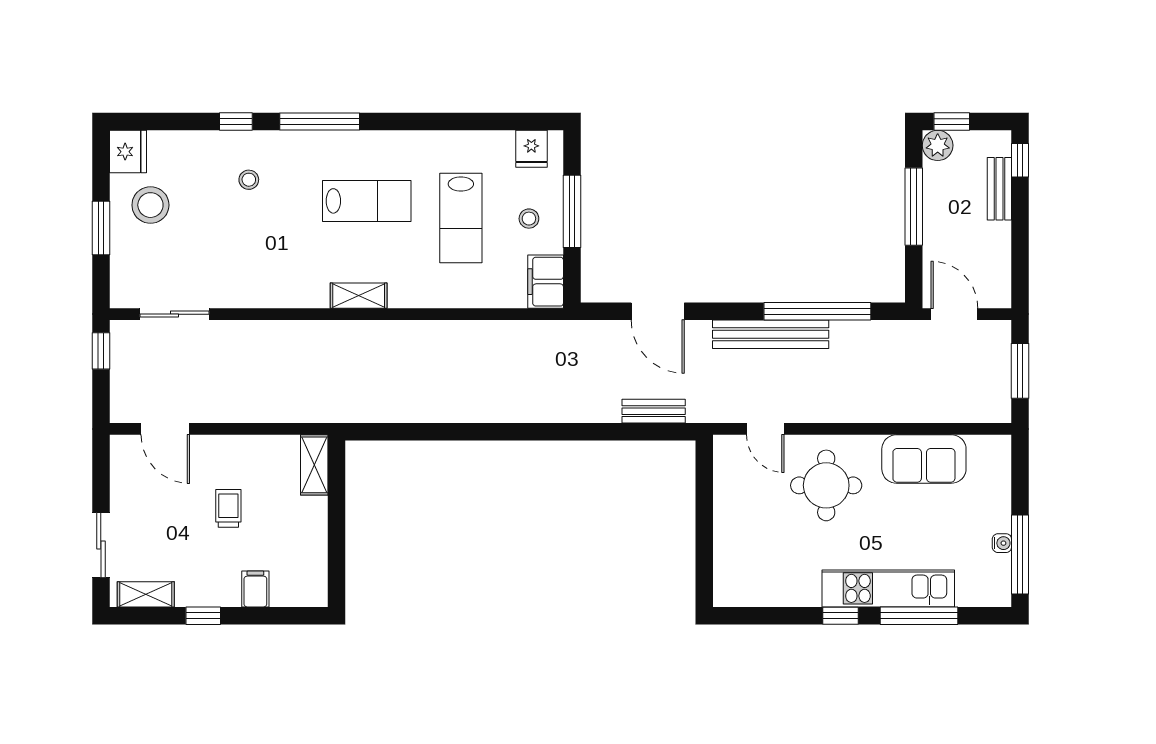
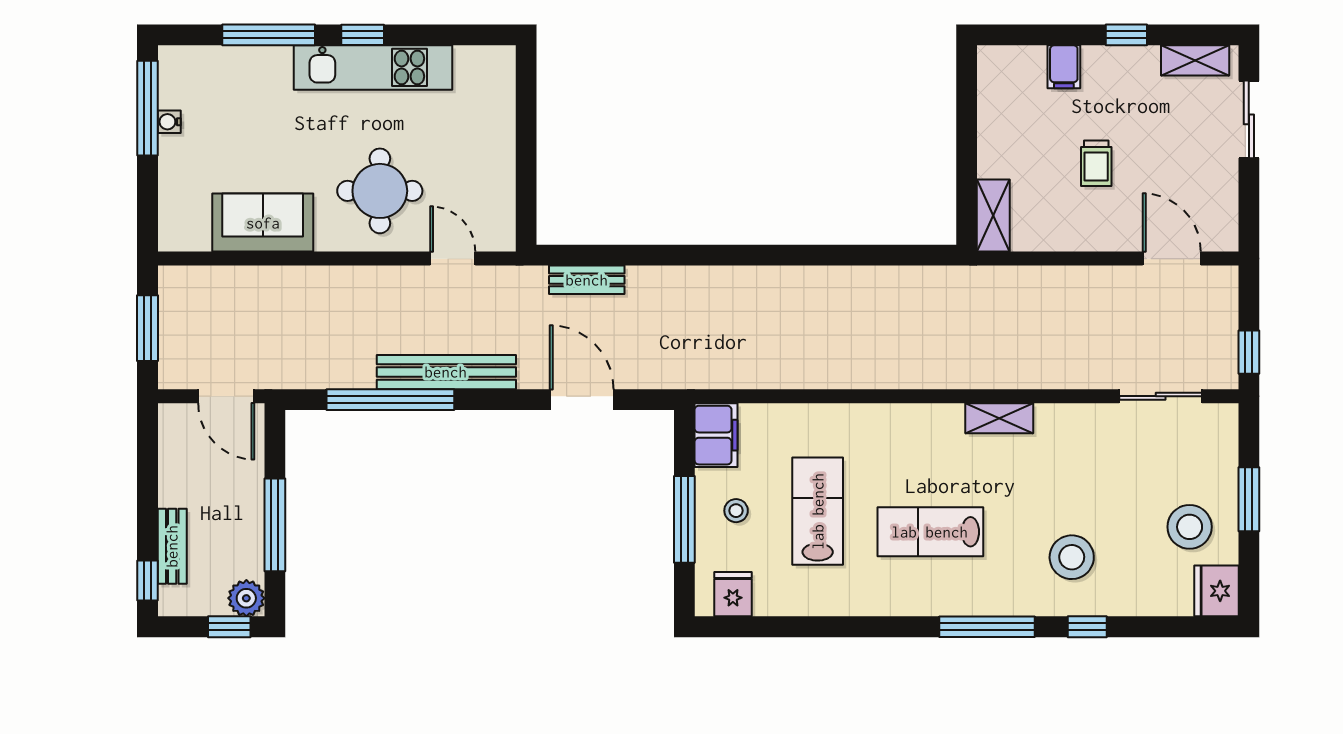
stool: (249, 180) -> (1072, 557), width x1.89, depth x1.89
shelving: (359, 296) -> (999, 418), moved
kitchen unit: (888, 588) -> (373, 67), moved

